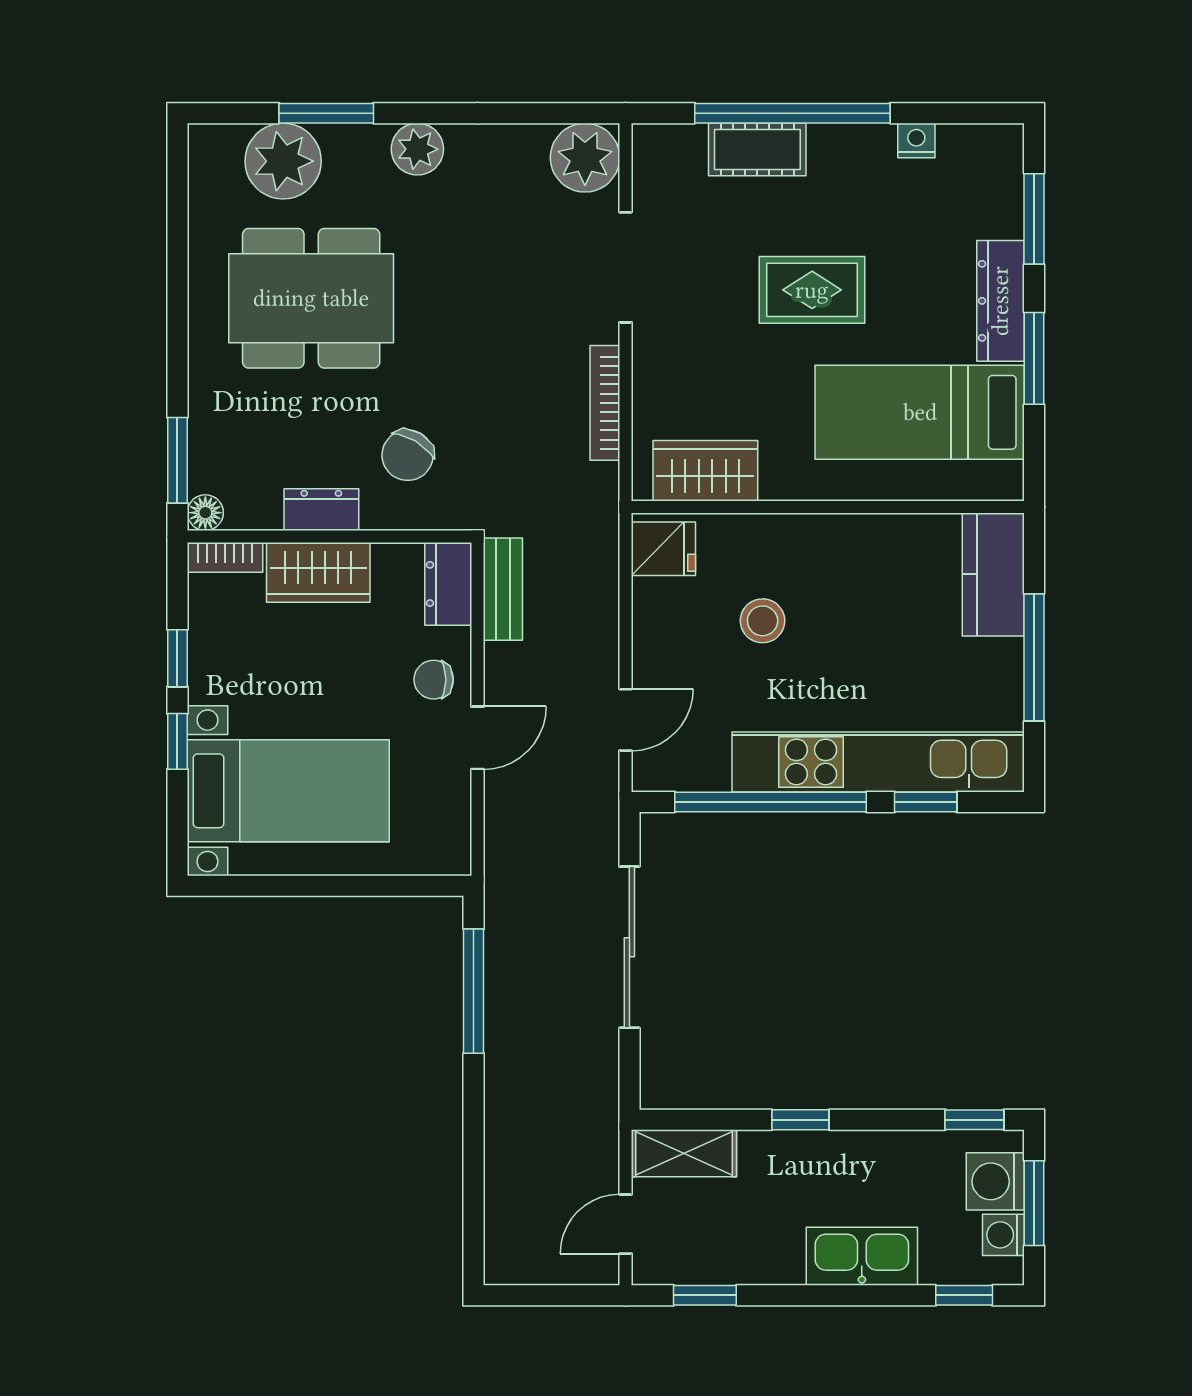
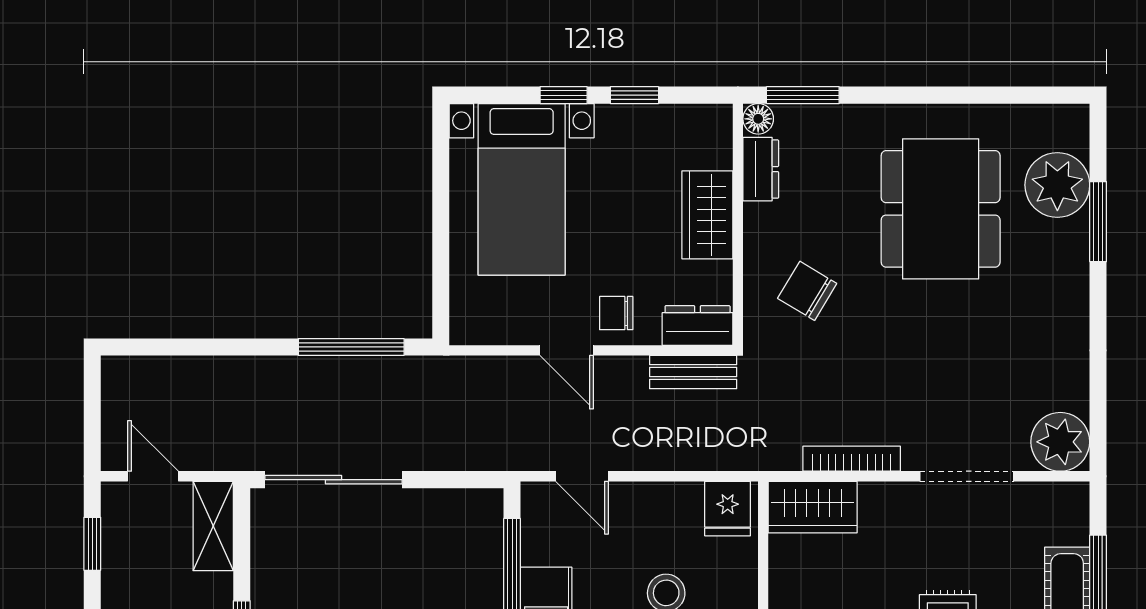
plant: (417, 149) -> (1067, 299), removed
wardrobe: (705, 471) -> (813, 507), moved, turned 90
dresser: (321, 510) -> (761, 169), moved
bookcase: (225, 557) -> (720, 136), removed
chair: (434, 680) -> (616, 313), turned -90
sliding door: (629, 947) -> (334, 480), moved

